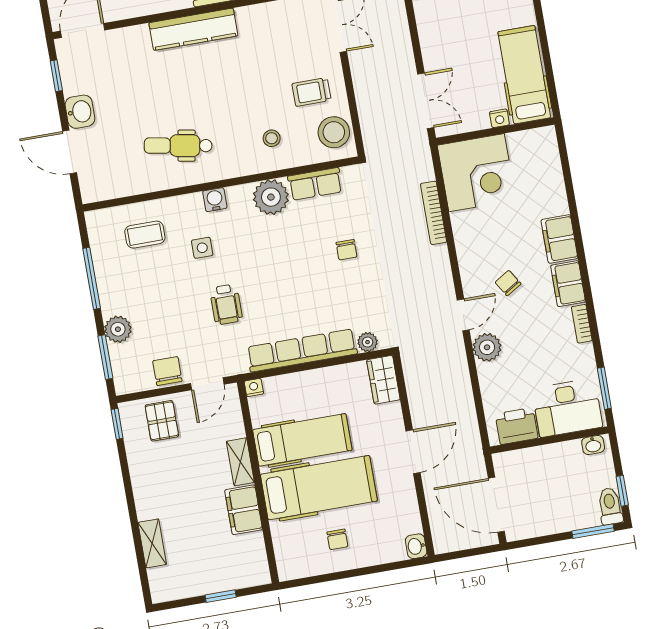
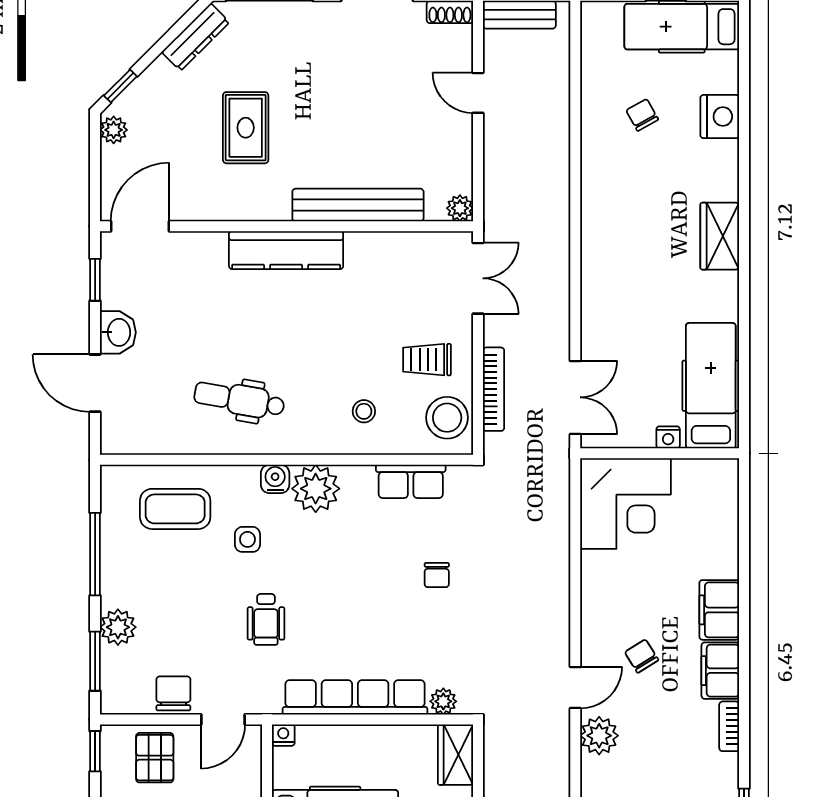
plant: (271, 197) -> (316, 489), moved
bookcase: (434, 213) -> (493, 389), moved, turned 180
coffee table: (145, 235) -> (175, 509), width x1.36, depth x1.30

